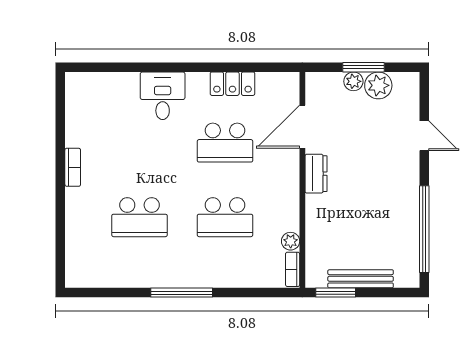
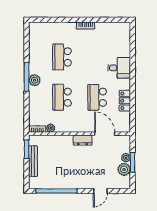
plant: (189, 276) -> (35, 80), added

